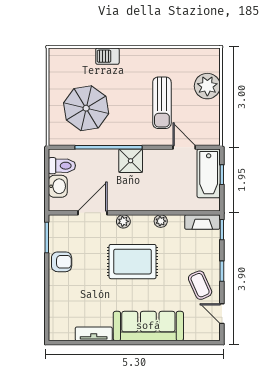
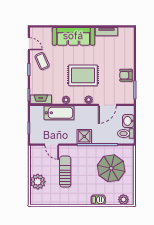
plant: (66, 57) -> (123, 200), added
bathtub: (209, 173) -> (59, 113), moved, turned 90

